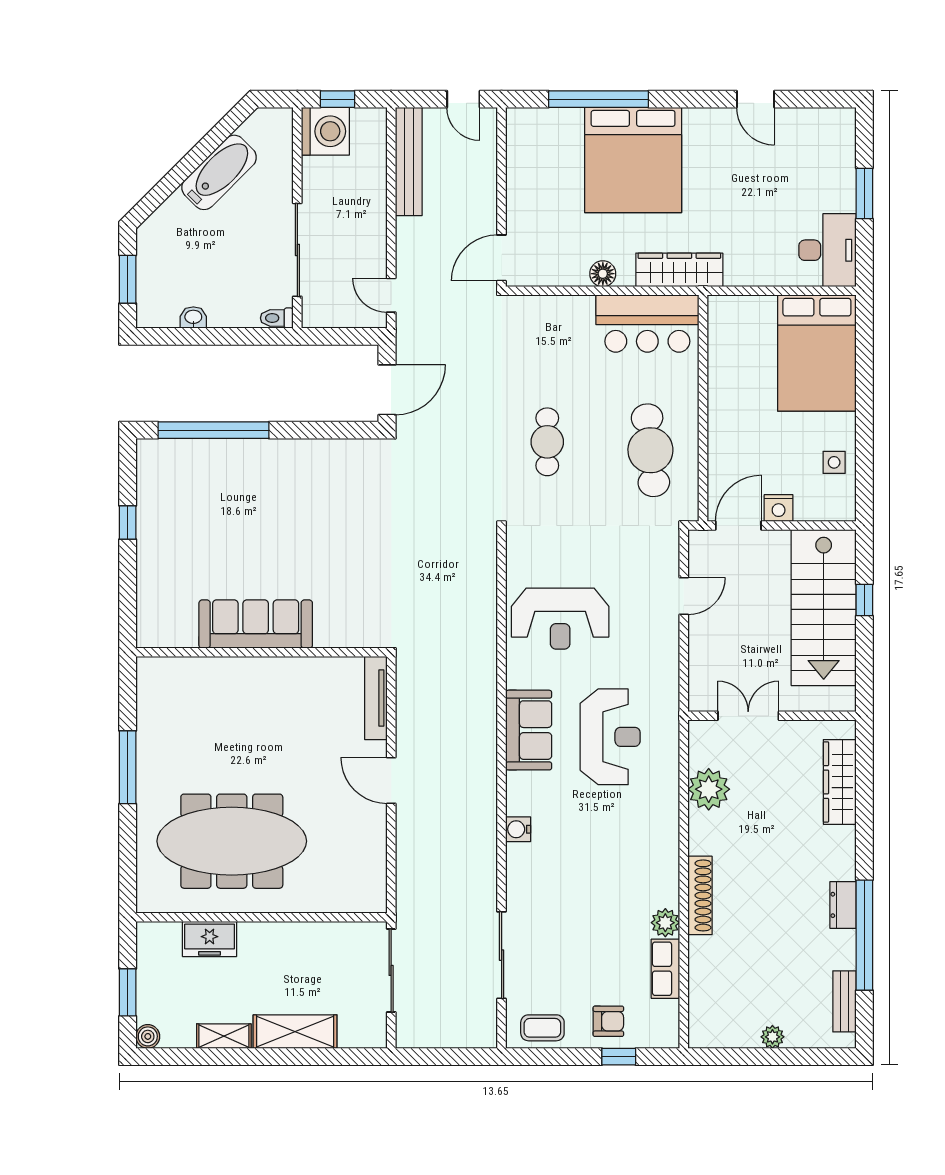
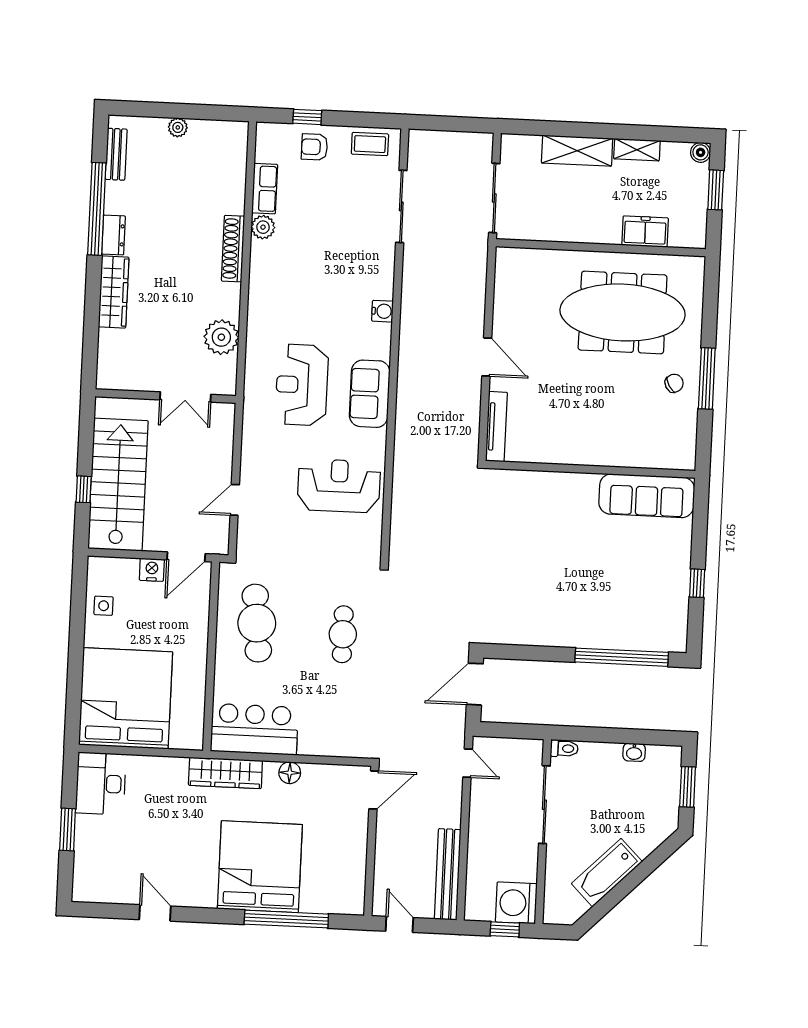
bed: (817, 353) -> (126, 698), width x1.36
sofa: (256, 624) -> (647, 496), moved
chair: (166, 760) -> (674, 383), added
wardrobe: (840, 782) -> (114, 292), moved

